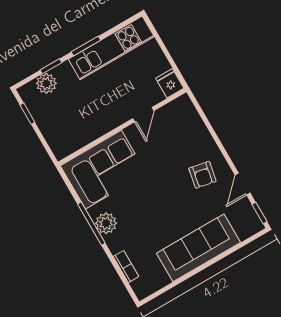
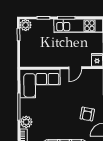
plant: (46, 83) -> (25, 25), moved
plant: (106, 223) -> (26, 122), moved

